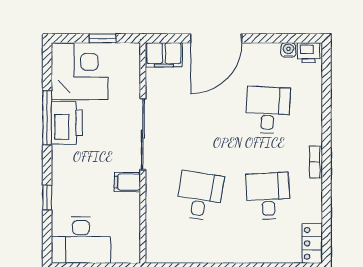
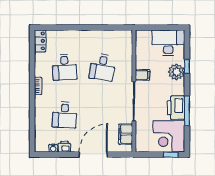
window: (103, 38) -> (171, 155), moved
printer: (308, 53) -> (64, 147), moved
filing cabinet: (164, 55) -> (126, 134), moved, turned -90
plant: (66, 187) -> (176, 72), added

